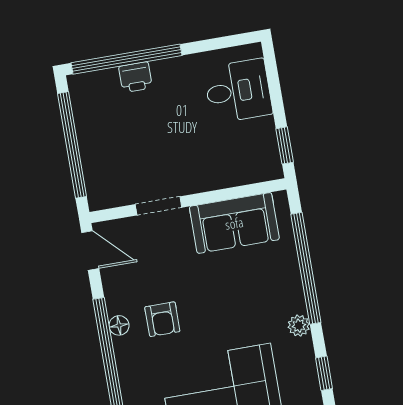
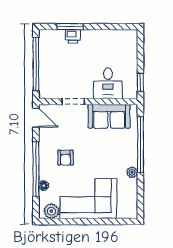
window: (127, 59) -> (70, 27), width x0.47
desk: (238, 91) -> (108, 83), moved, turned 90
floor lamp: (119, 325) -> (44, 186), moved
window: (324, 373) -> (140, 198), removed

